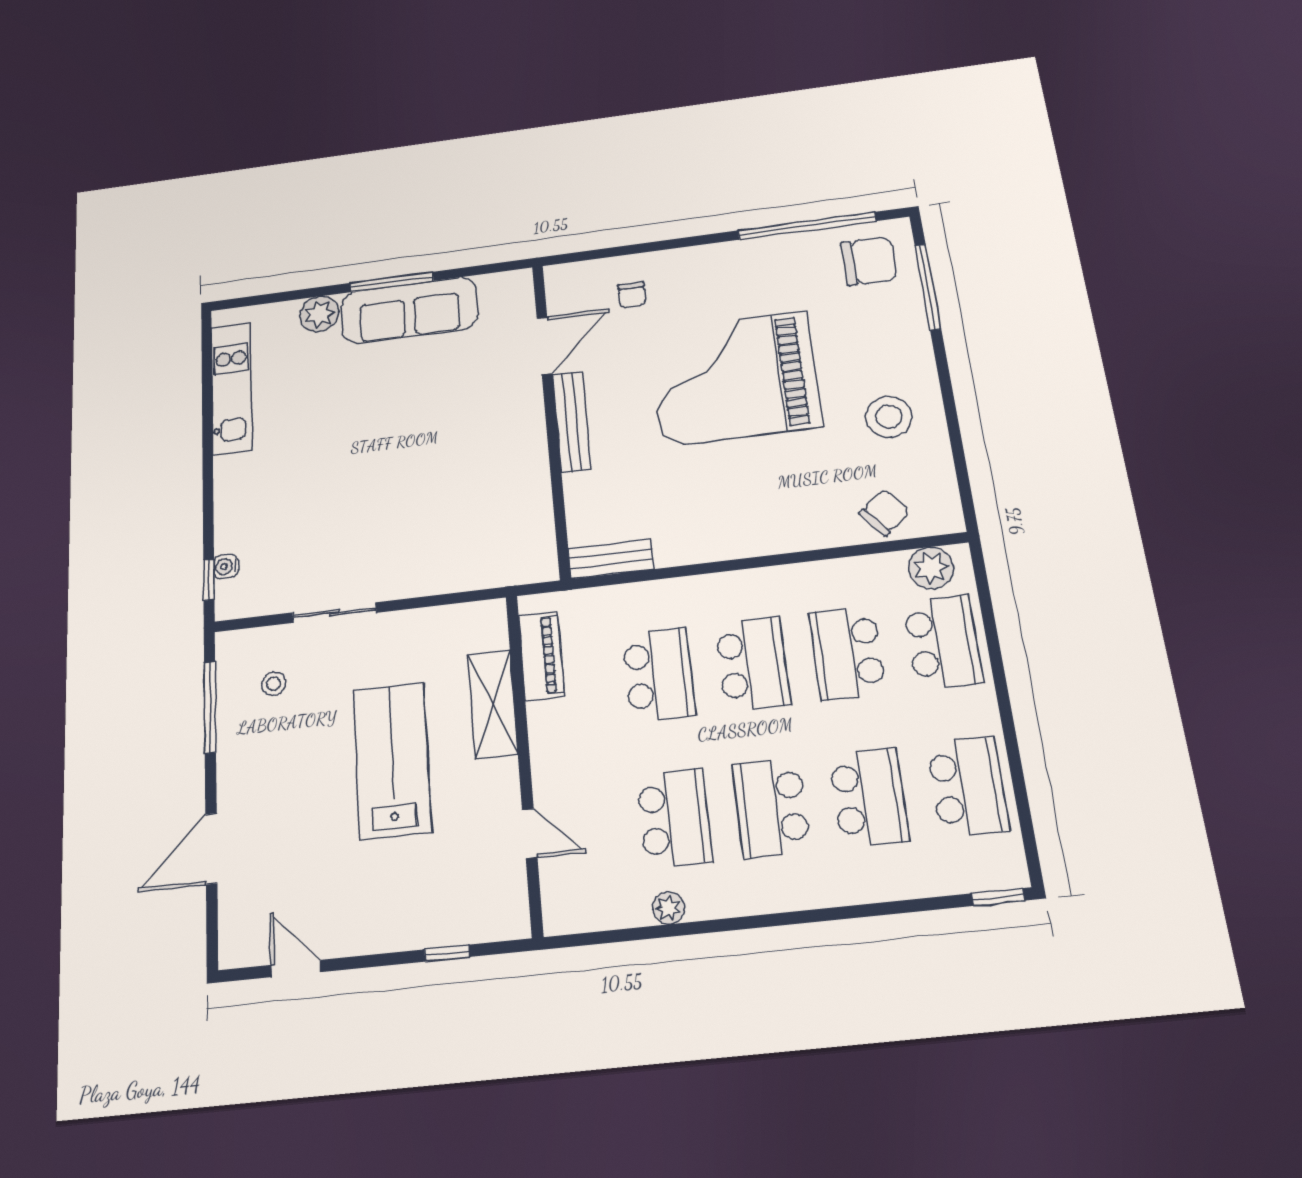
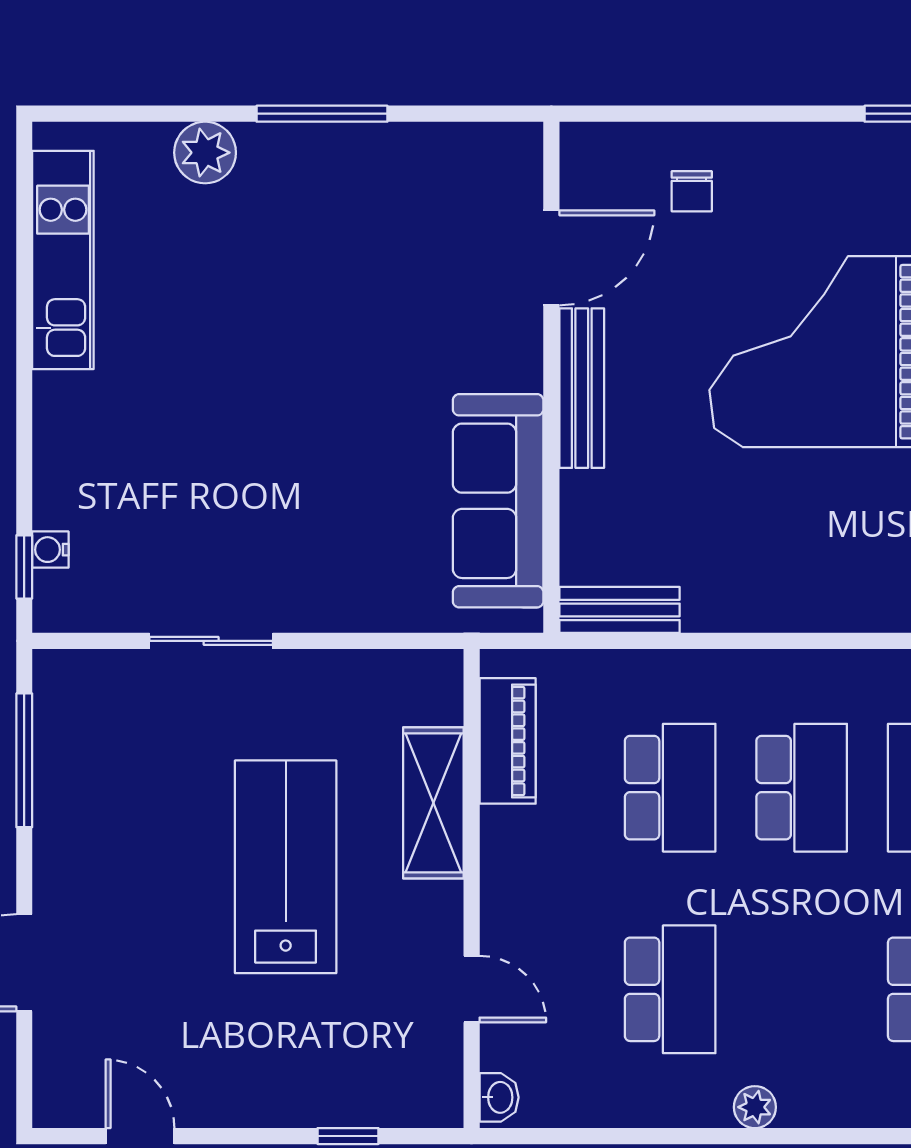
sofa: (409, 310) -> (498, 501), moved, turned 90
stool: (274, 684) -> (118, 737), removed
school desk: (771, 808) -> (802, 989), removed
plant: (669, 908) -> (755, 1107), moved
washbasin: (556, 912) -> (499, 1097), added

